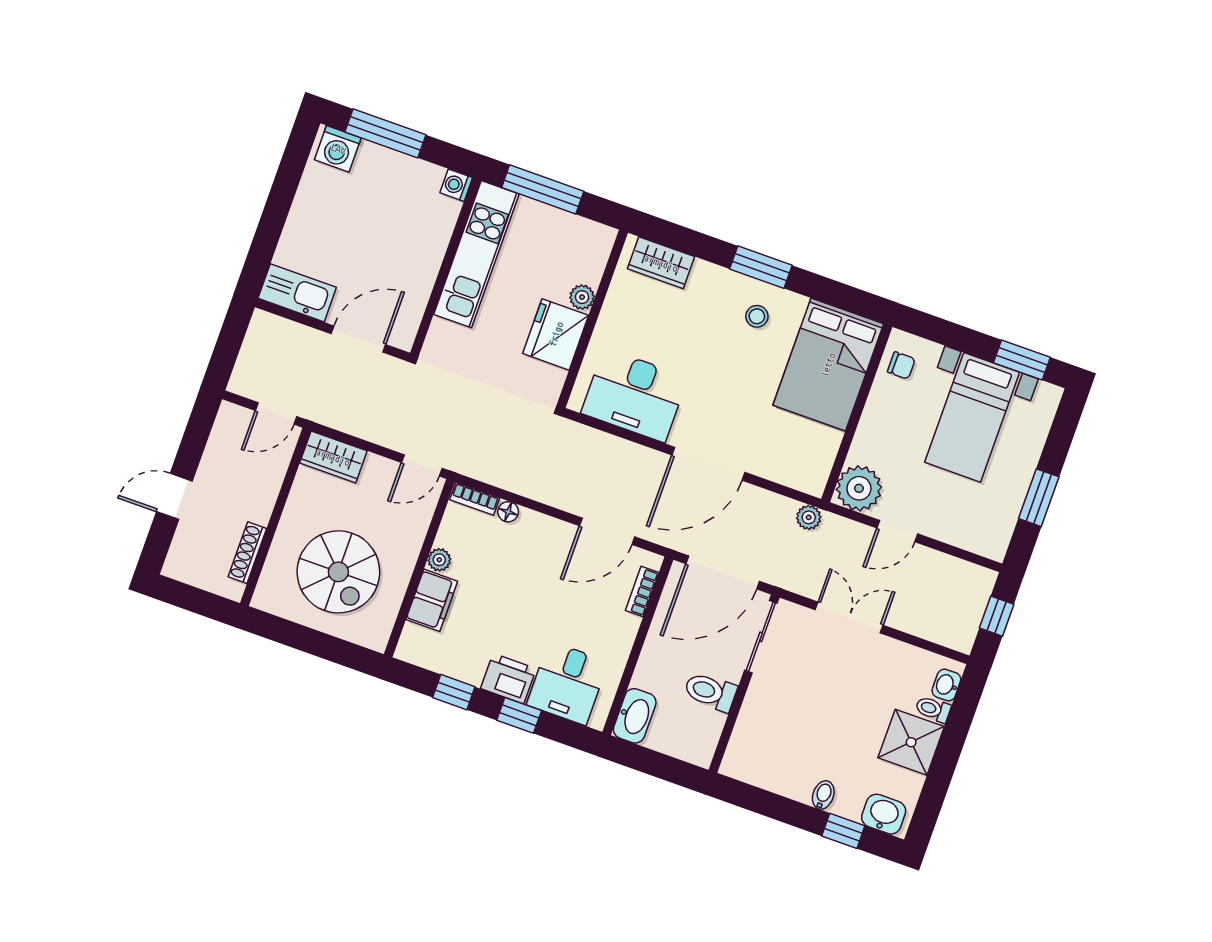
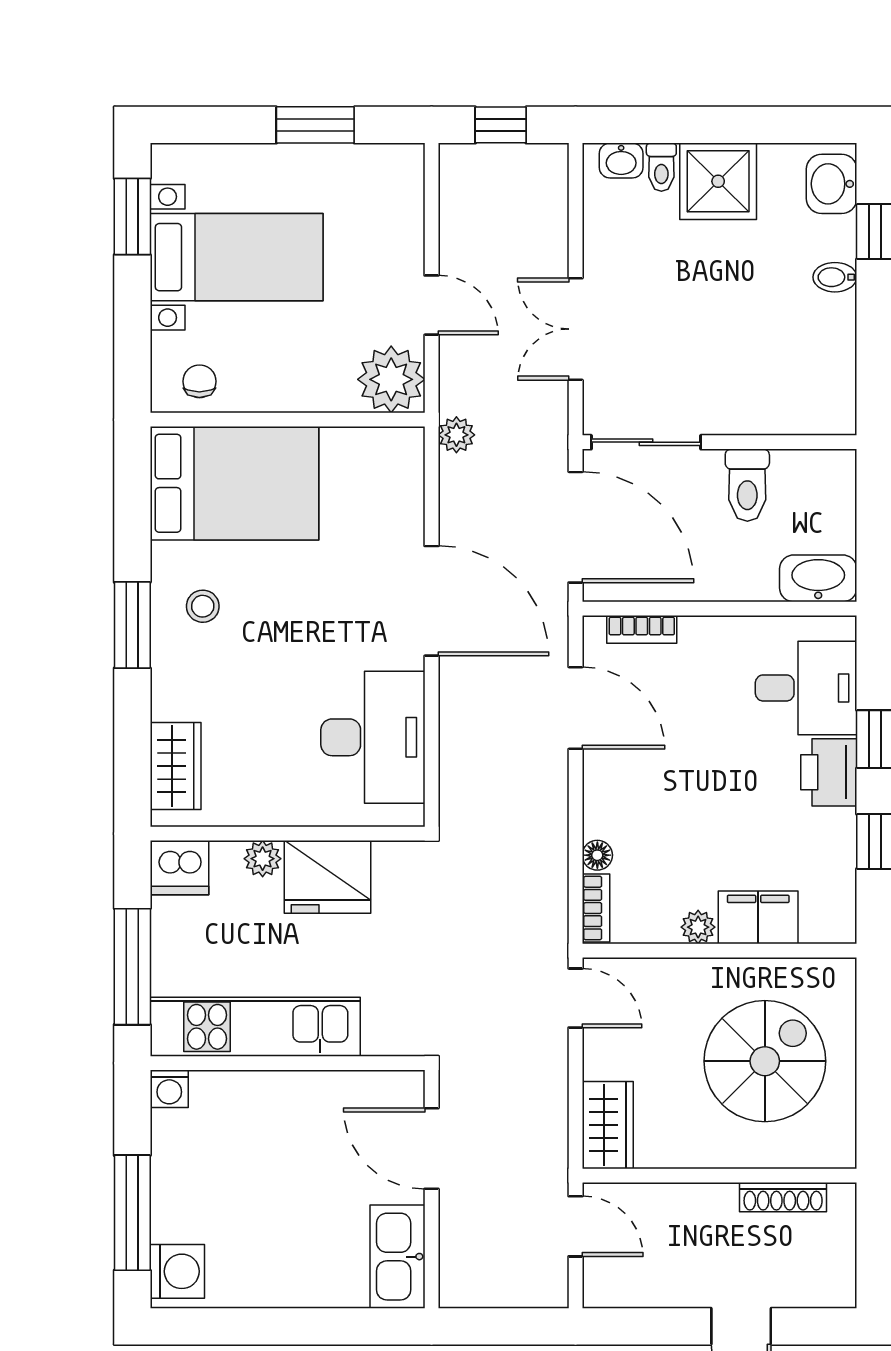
dishwasher: (595, 242) -> (179, 868), added

